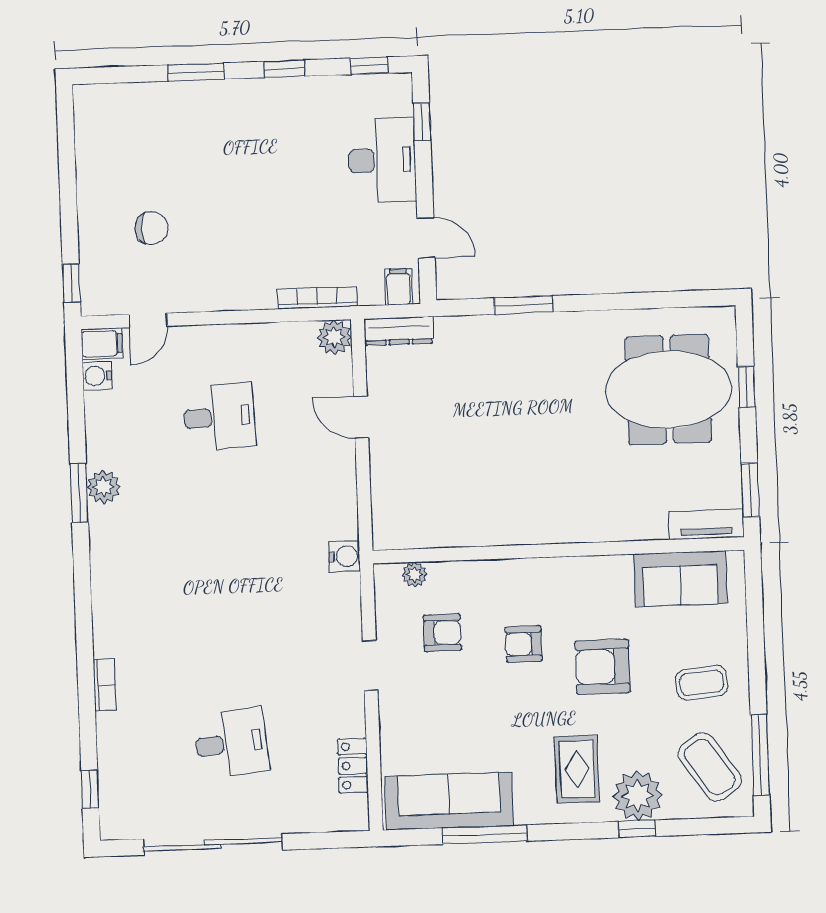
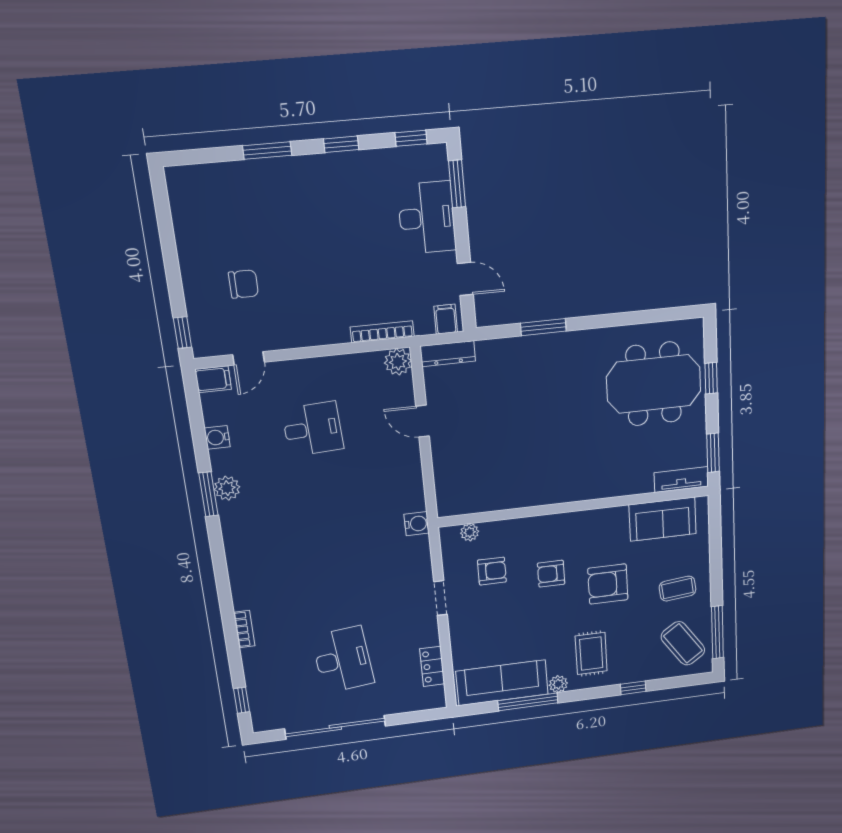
window: (422, 122) -> (457, 184), width x1.50
water cooler: (97, 376) -> (217, 437), moved
desk: (231, 743) -> (343, 660), width x1.37
plant: (638, 796) -> (558, 684), moved, width x0.53, depth x0.53

